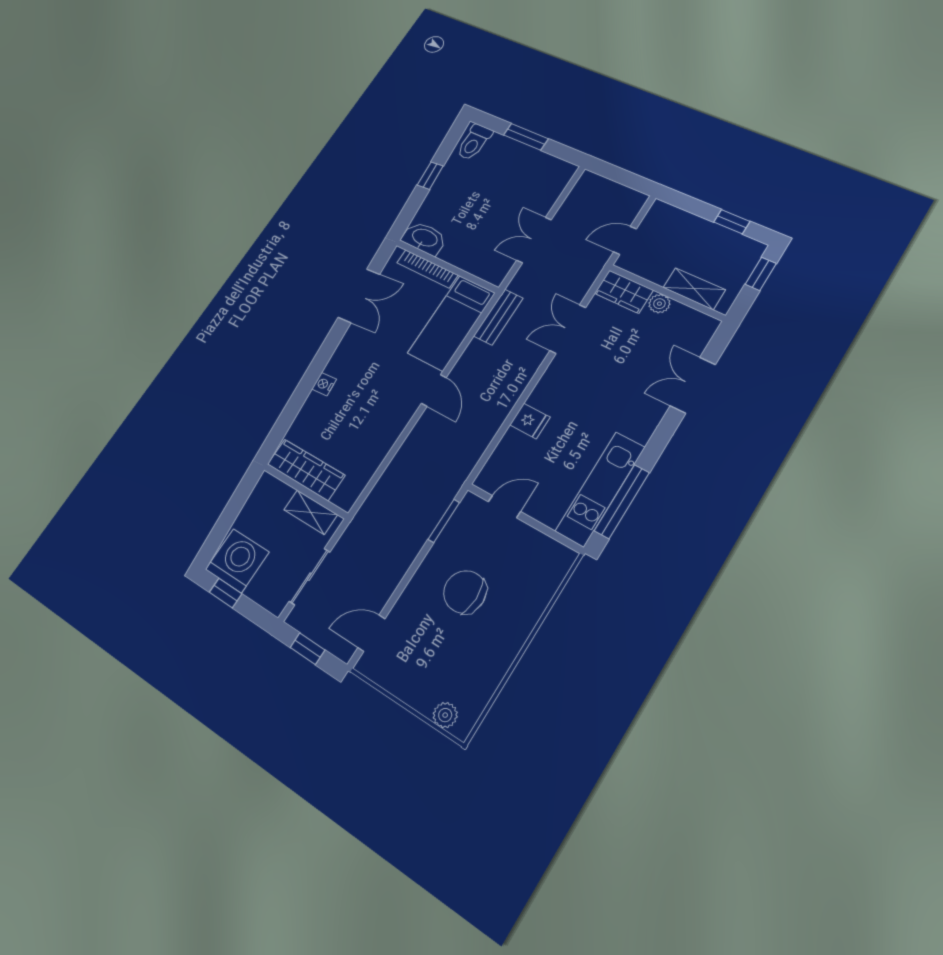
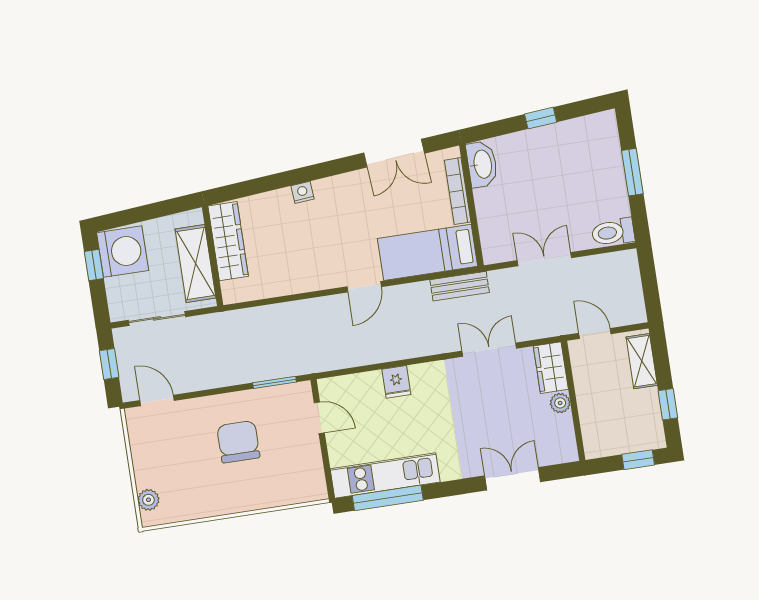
toilet: (474, 142) -> (613, 232), moved
shelving: (694, 289) -> (642, 361), moved
shelving: (311, 512) -> (196, 263), width x1.50, depth x1.33

